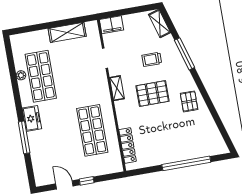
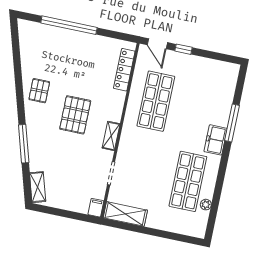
filing cabinet: (111, 25) -> (96, 208), width x0.50
shelving: (67, 32) -> (125, 214), moved
trolley: (152, 59) -> (61, 152), removed
plant: (21, 75) -> (206, 205), moved
pallet: (152, 94) -> (75, 115), turned 90
door: (64, 185) -> (157, 44), moved

